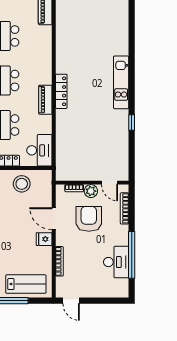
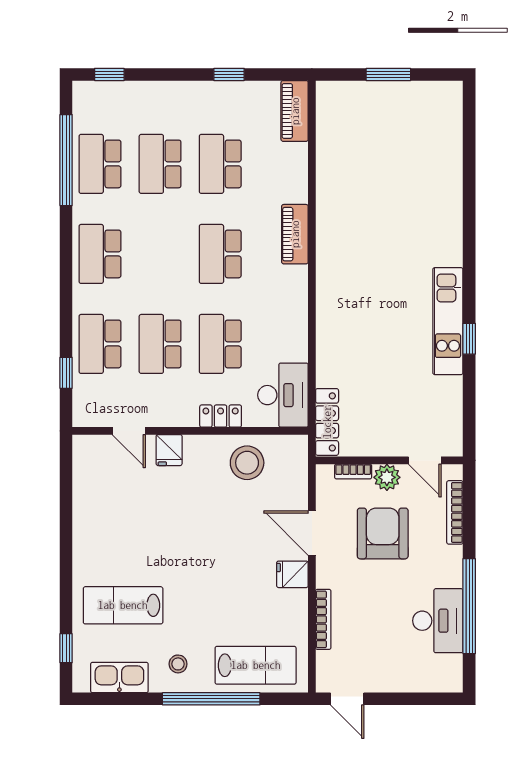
kitchen unit: (121, 82) -> (448, 321), moved
locker: (61, 91) -> (327, 422), moved
piano: (45, 100) -> (295, 234), moved

